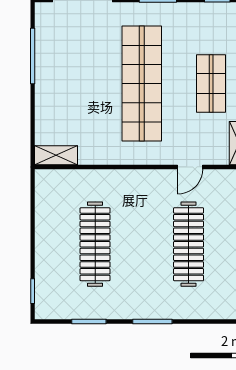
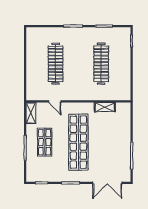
shelving: (56, 155) -> (105, 107), moved
door: (190, 167) -> (55, 101), swing flipped

